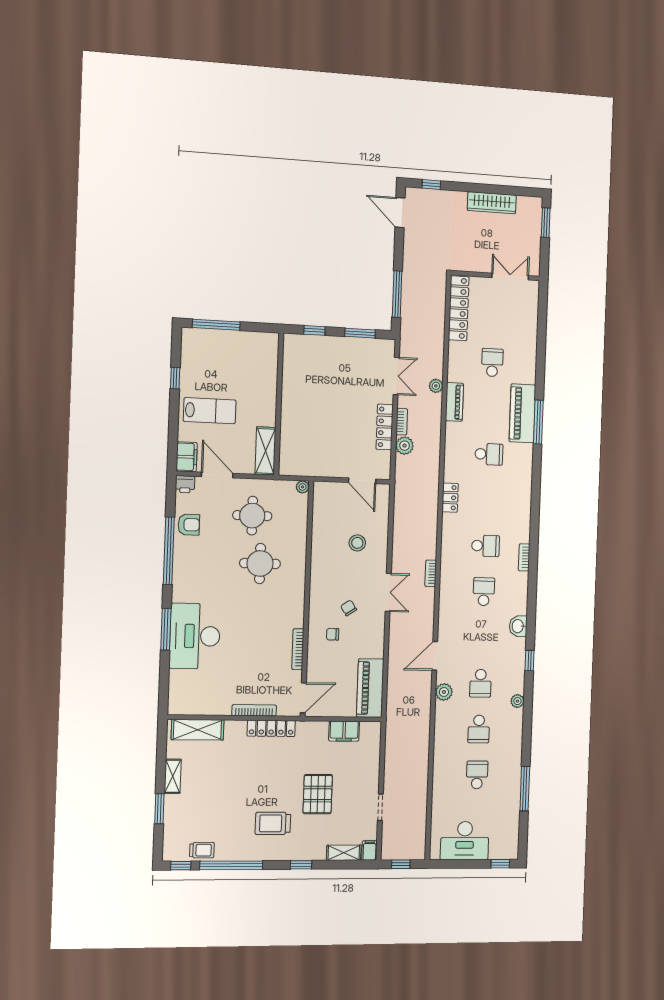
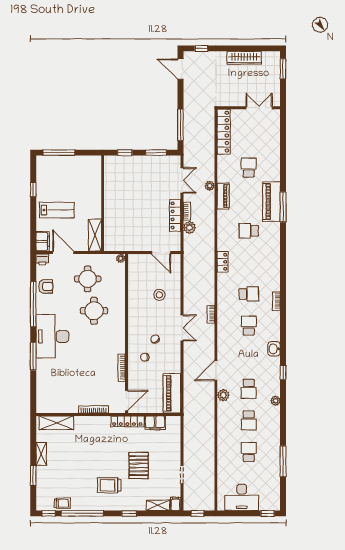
school desk: (489, 454) -> (249, 231), turned 180
desk: (195, 636) -> (52, 336), moved
locker: (271, 728) -> (127, 421), moved

